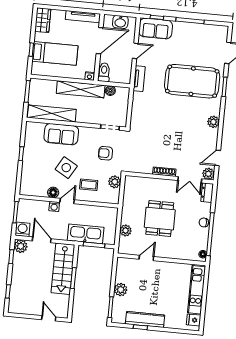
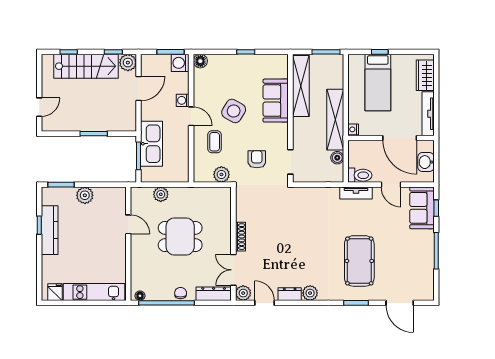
wardrobe: (43, 20) -> (425, 75), moved, turned 90
toilet: (104, 72) -> (360, 175), moved
pool table: (192, 81) -> (359, 261), width x0.73, depth x0.76
dresser: (213, 138) -> (290, 294), added
floor lamp: (53, 193) -> (200, 61), moved
dresser: (207, 193) -> (214, 294), width x1.44
washing machine: (23, 229) -> (180, 63), moved, turned 180
stairs: (63, 269) -> (86, 66), moved, turned 180

